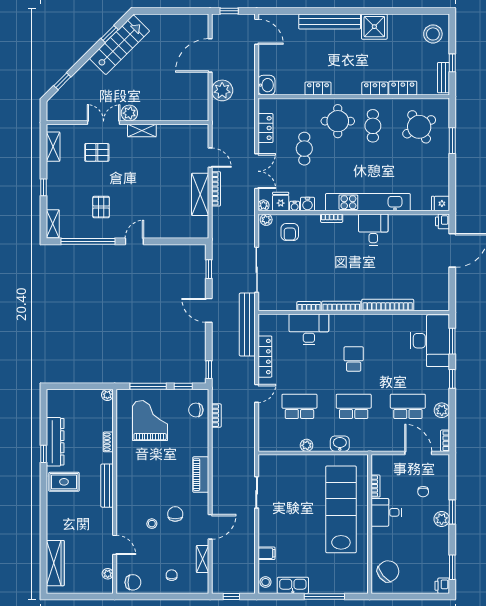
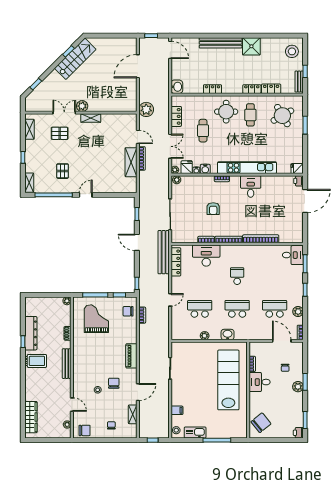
plant: (222, 90) -> (146, 109), moved
armchair: (290, 232) -> (213, 209), moved
desk: (430, 341) -> (293, 255), width x0.53, depth x0.77
locker: (265, 357) -> (176, 262), moved

